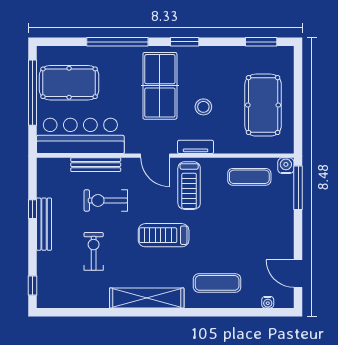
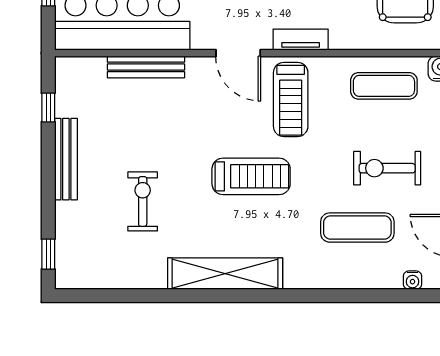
exercise bike: (106, 200) -> (387, 168), moved
window: (33, 209) -> (48, 107), moved
treadmill: (164, 235) -> (251, 176), turned 180
exercise mat: (217, 283) -> (357, 228), moved

